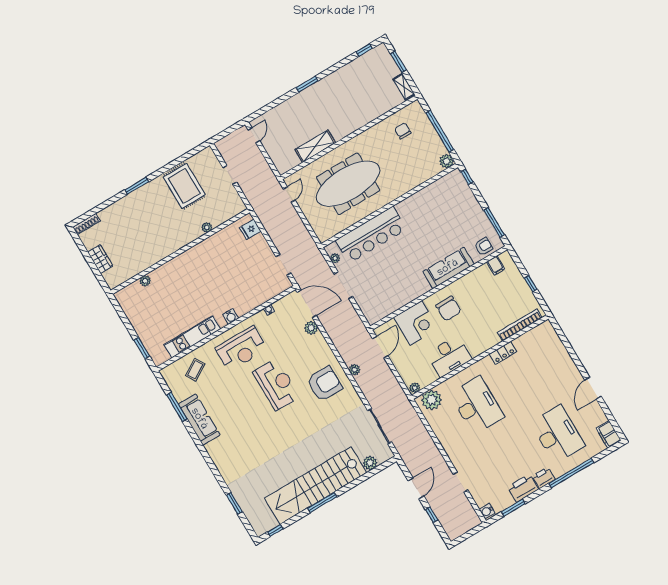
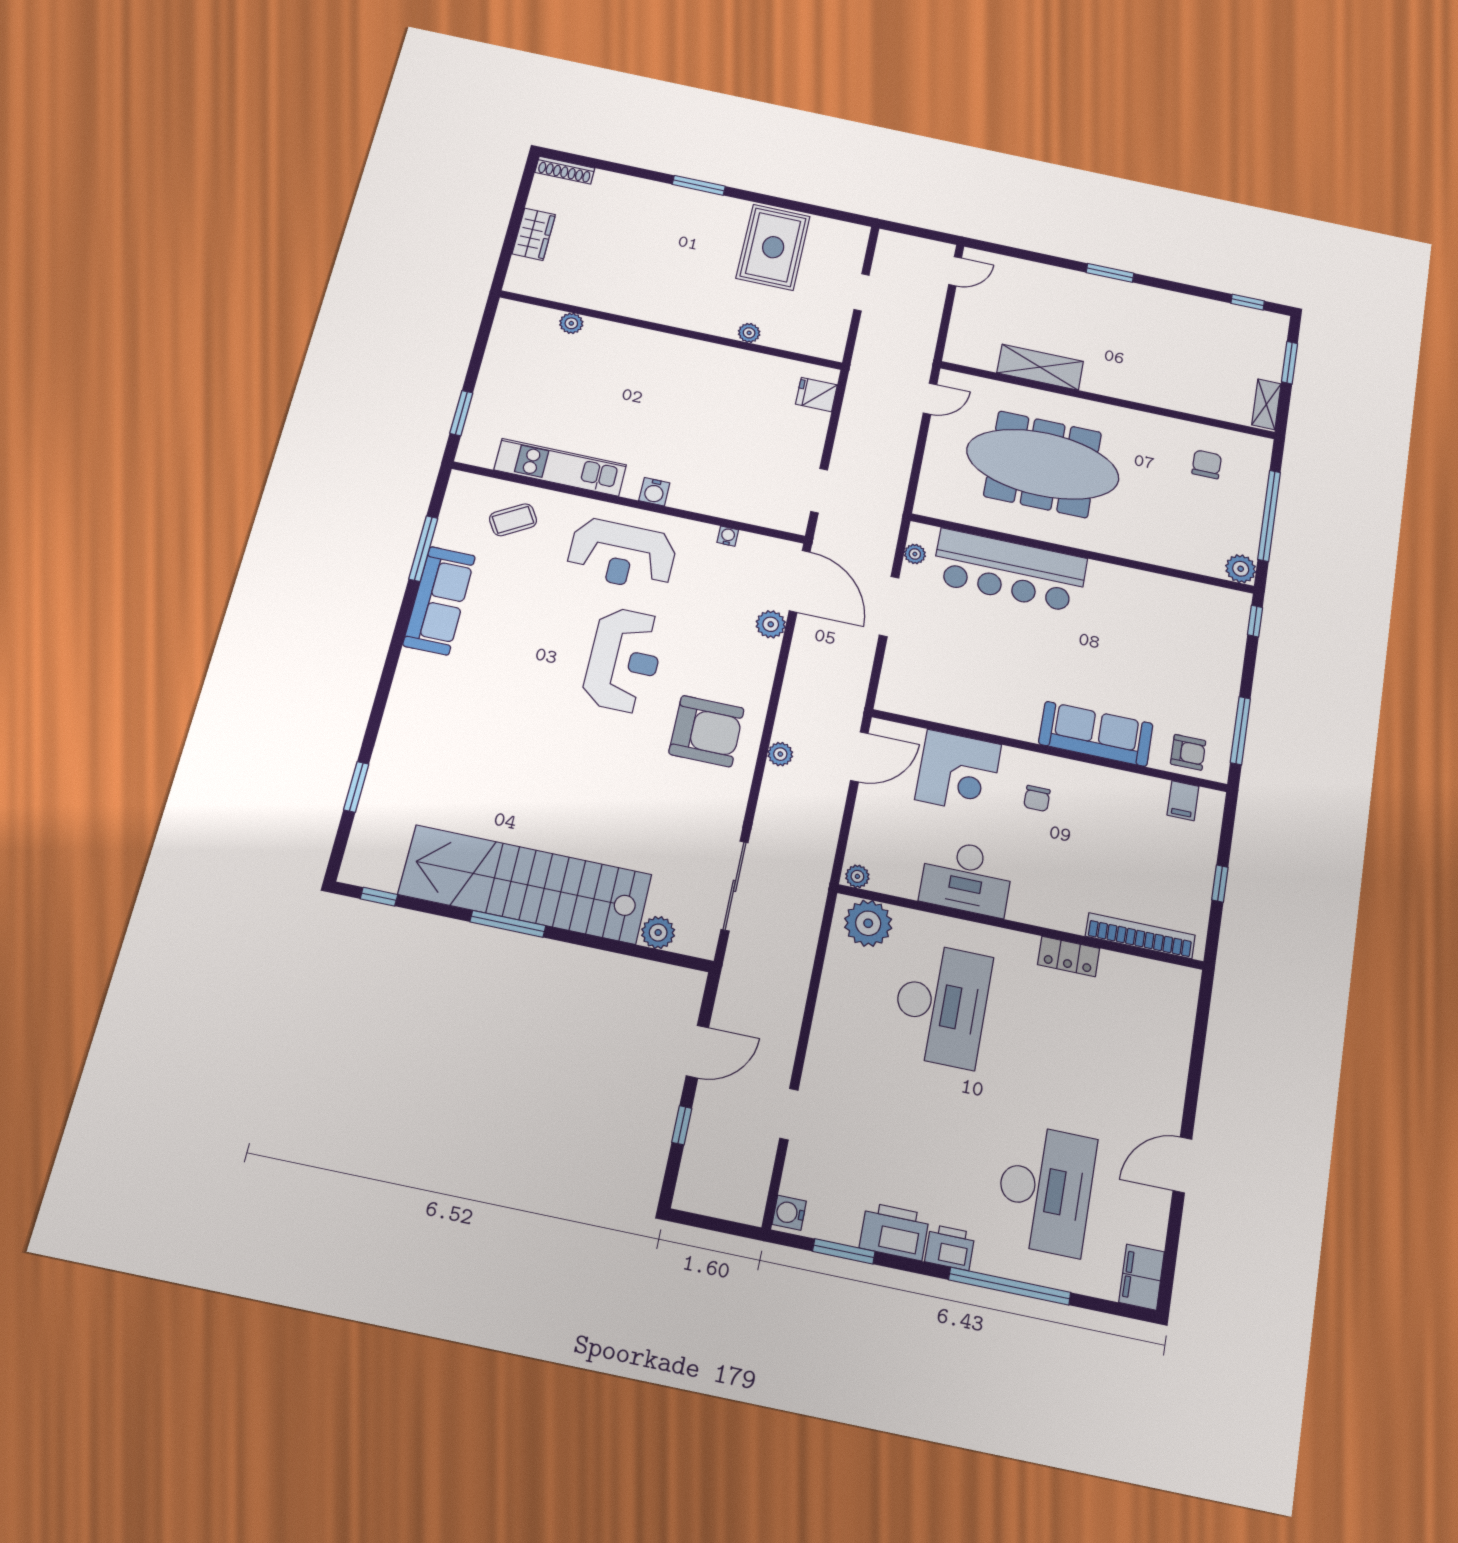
chair: (448, 308) -> (1037, 798), width x0.54, depth x0.54

